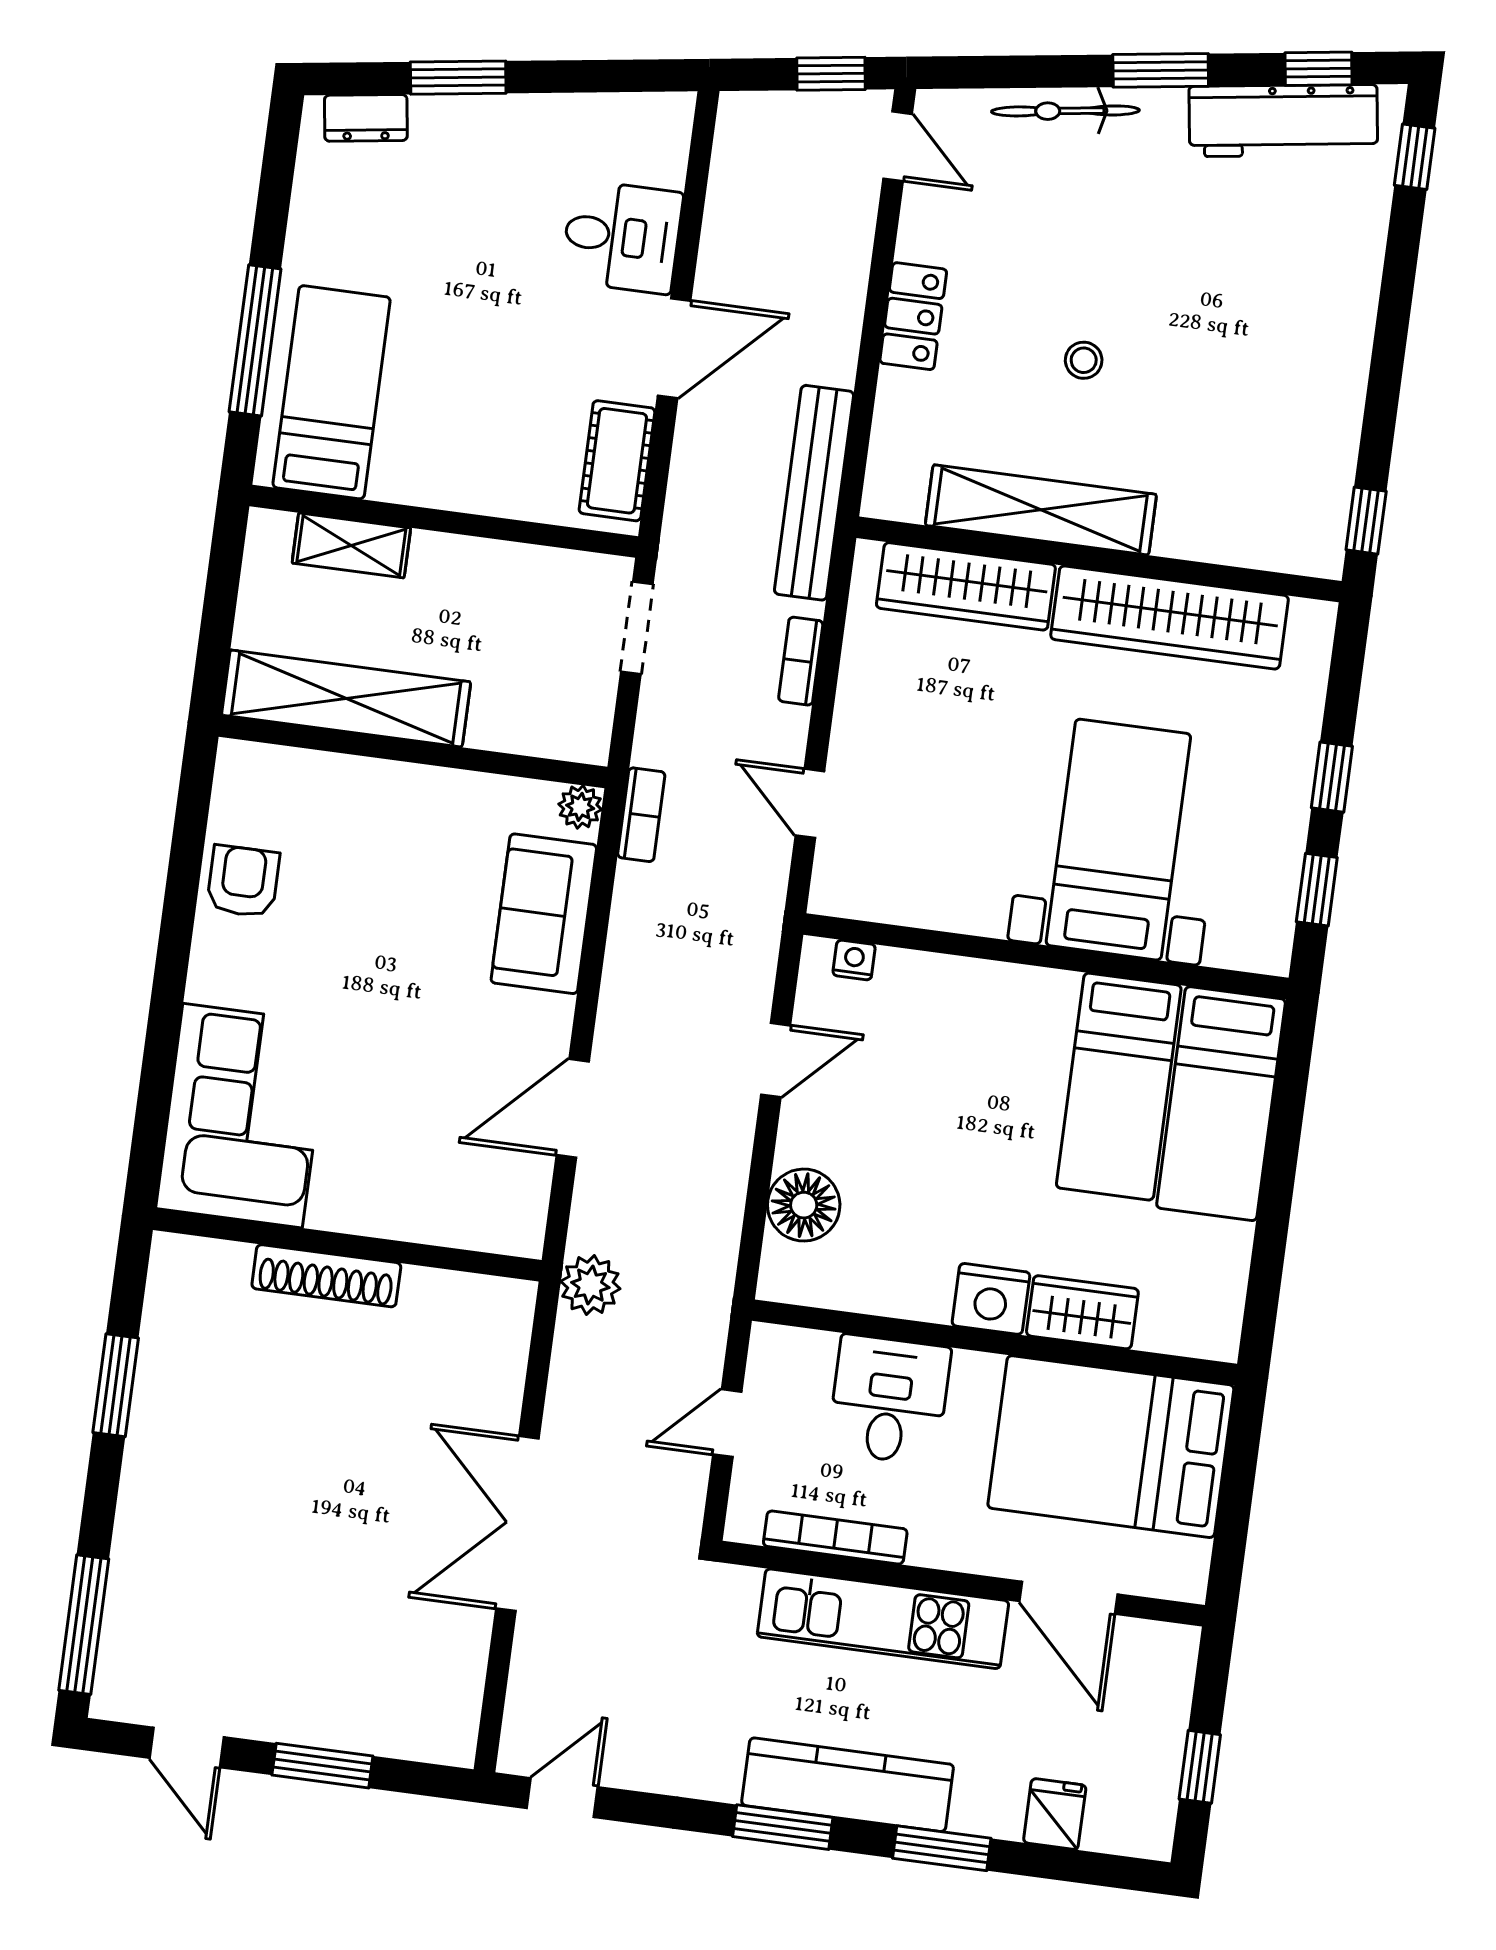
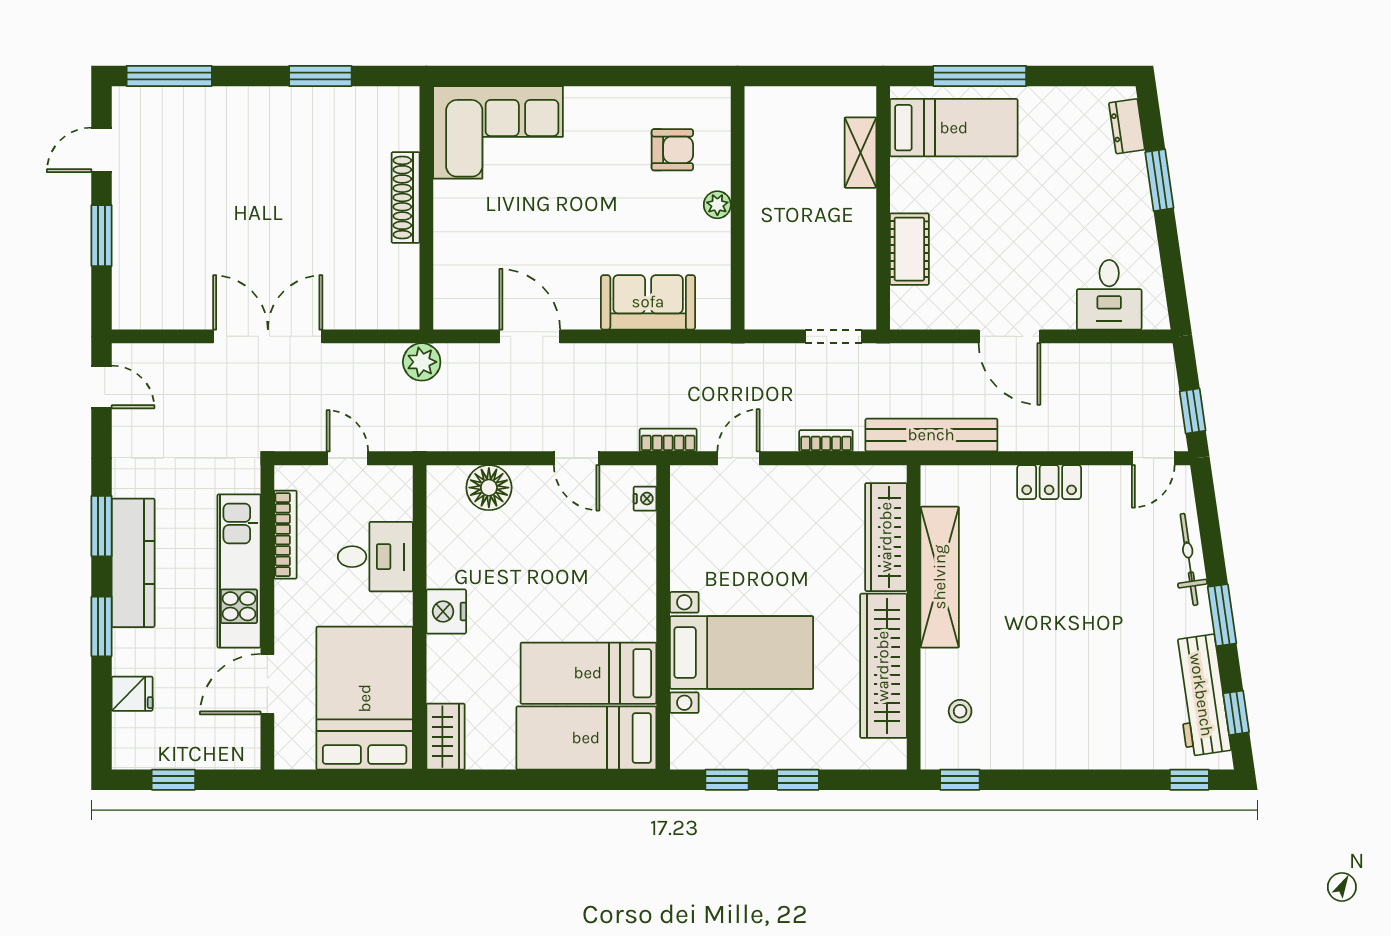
desk: (622, 237) -> (1109, 295), moved
stool: (1084, 360) -> (960, 711), moved
cot: (617, 461) -> (909, 249), moved, turned 90
shelving: (346, 699) -> (765, 162), removed
plant: (580, 807) -> (717, 205), moved
bookcase: (641, 815) -> (668, 440), moved, turned 180
armchair: (243, 881) -> (672, 150), moved
wardrobe: (1082, 1312) -> (446, 737), moved

